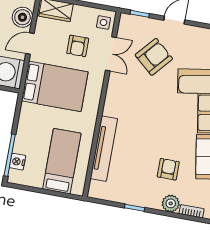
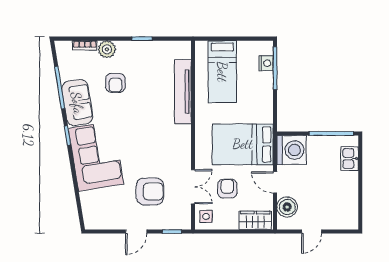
door: (30, 43) -> (275, 182), swing flipped
double door: (111, 54) -> (193, 187), swing flipped
armchair: (154, 57) -> (150, 191), turned -131

